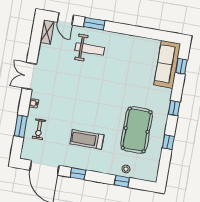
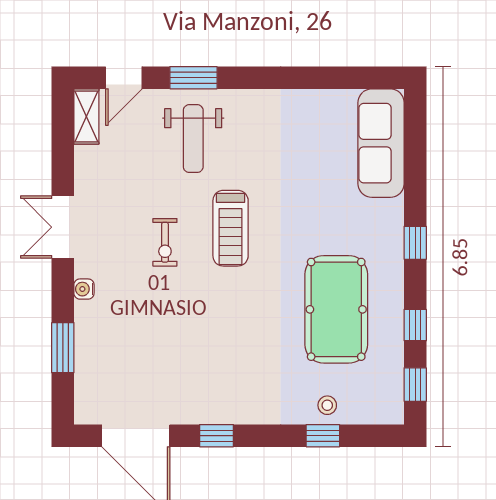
door: (65, 19) -> (124, 78), hinge flipped
weight bench: (90, 49) -> (193, 139), turned 90
window: (181, 66) -> (415, 385), moved
exercise bike: (39, 129) -> (165, 242), moved
treadmill: (87, 139) -> (231, 228), moved, turned -90

